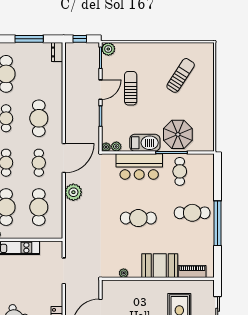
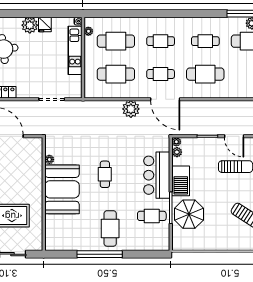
cafe table: (138, 218) -> (105, 174), width x0.73, depth x0.74
booth: (160, 266) -> (62, 189), width x1.36, depth x1.42
piano: (192, 272) -> (51, 229), removed

